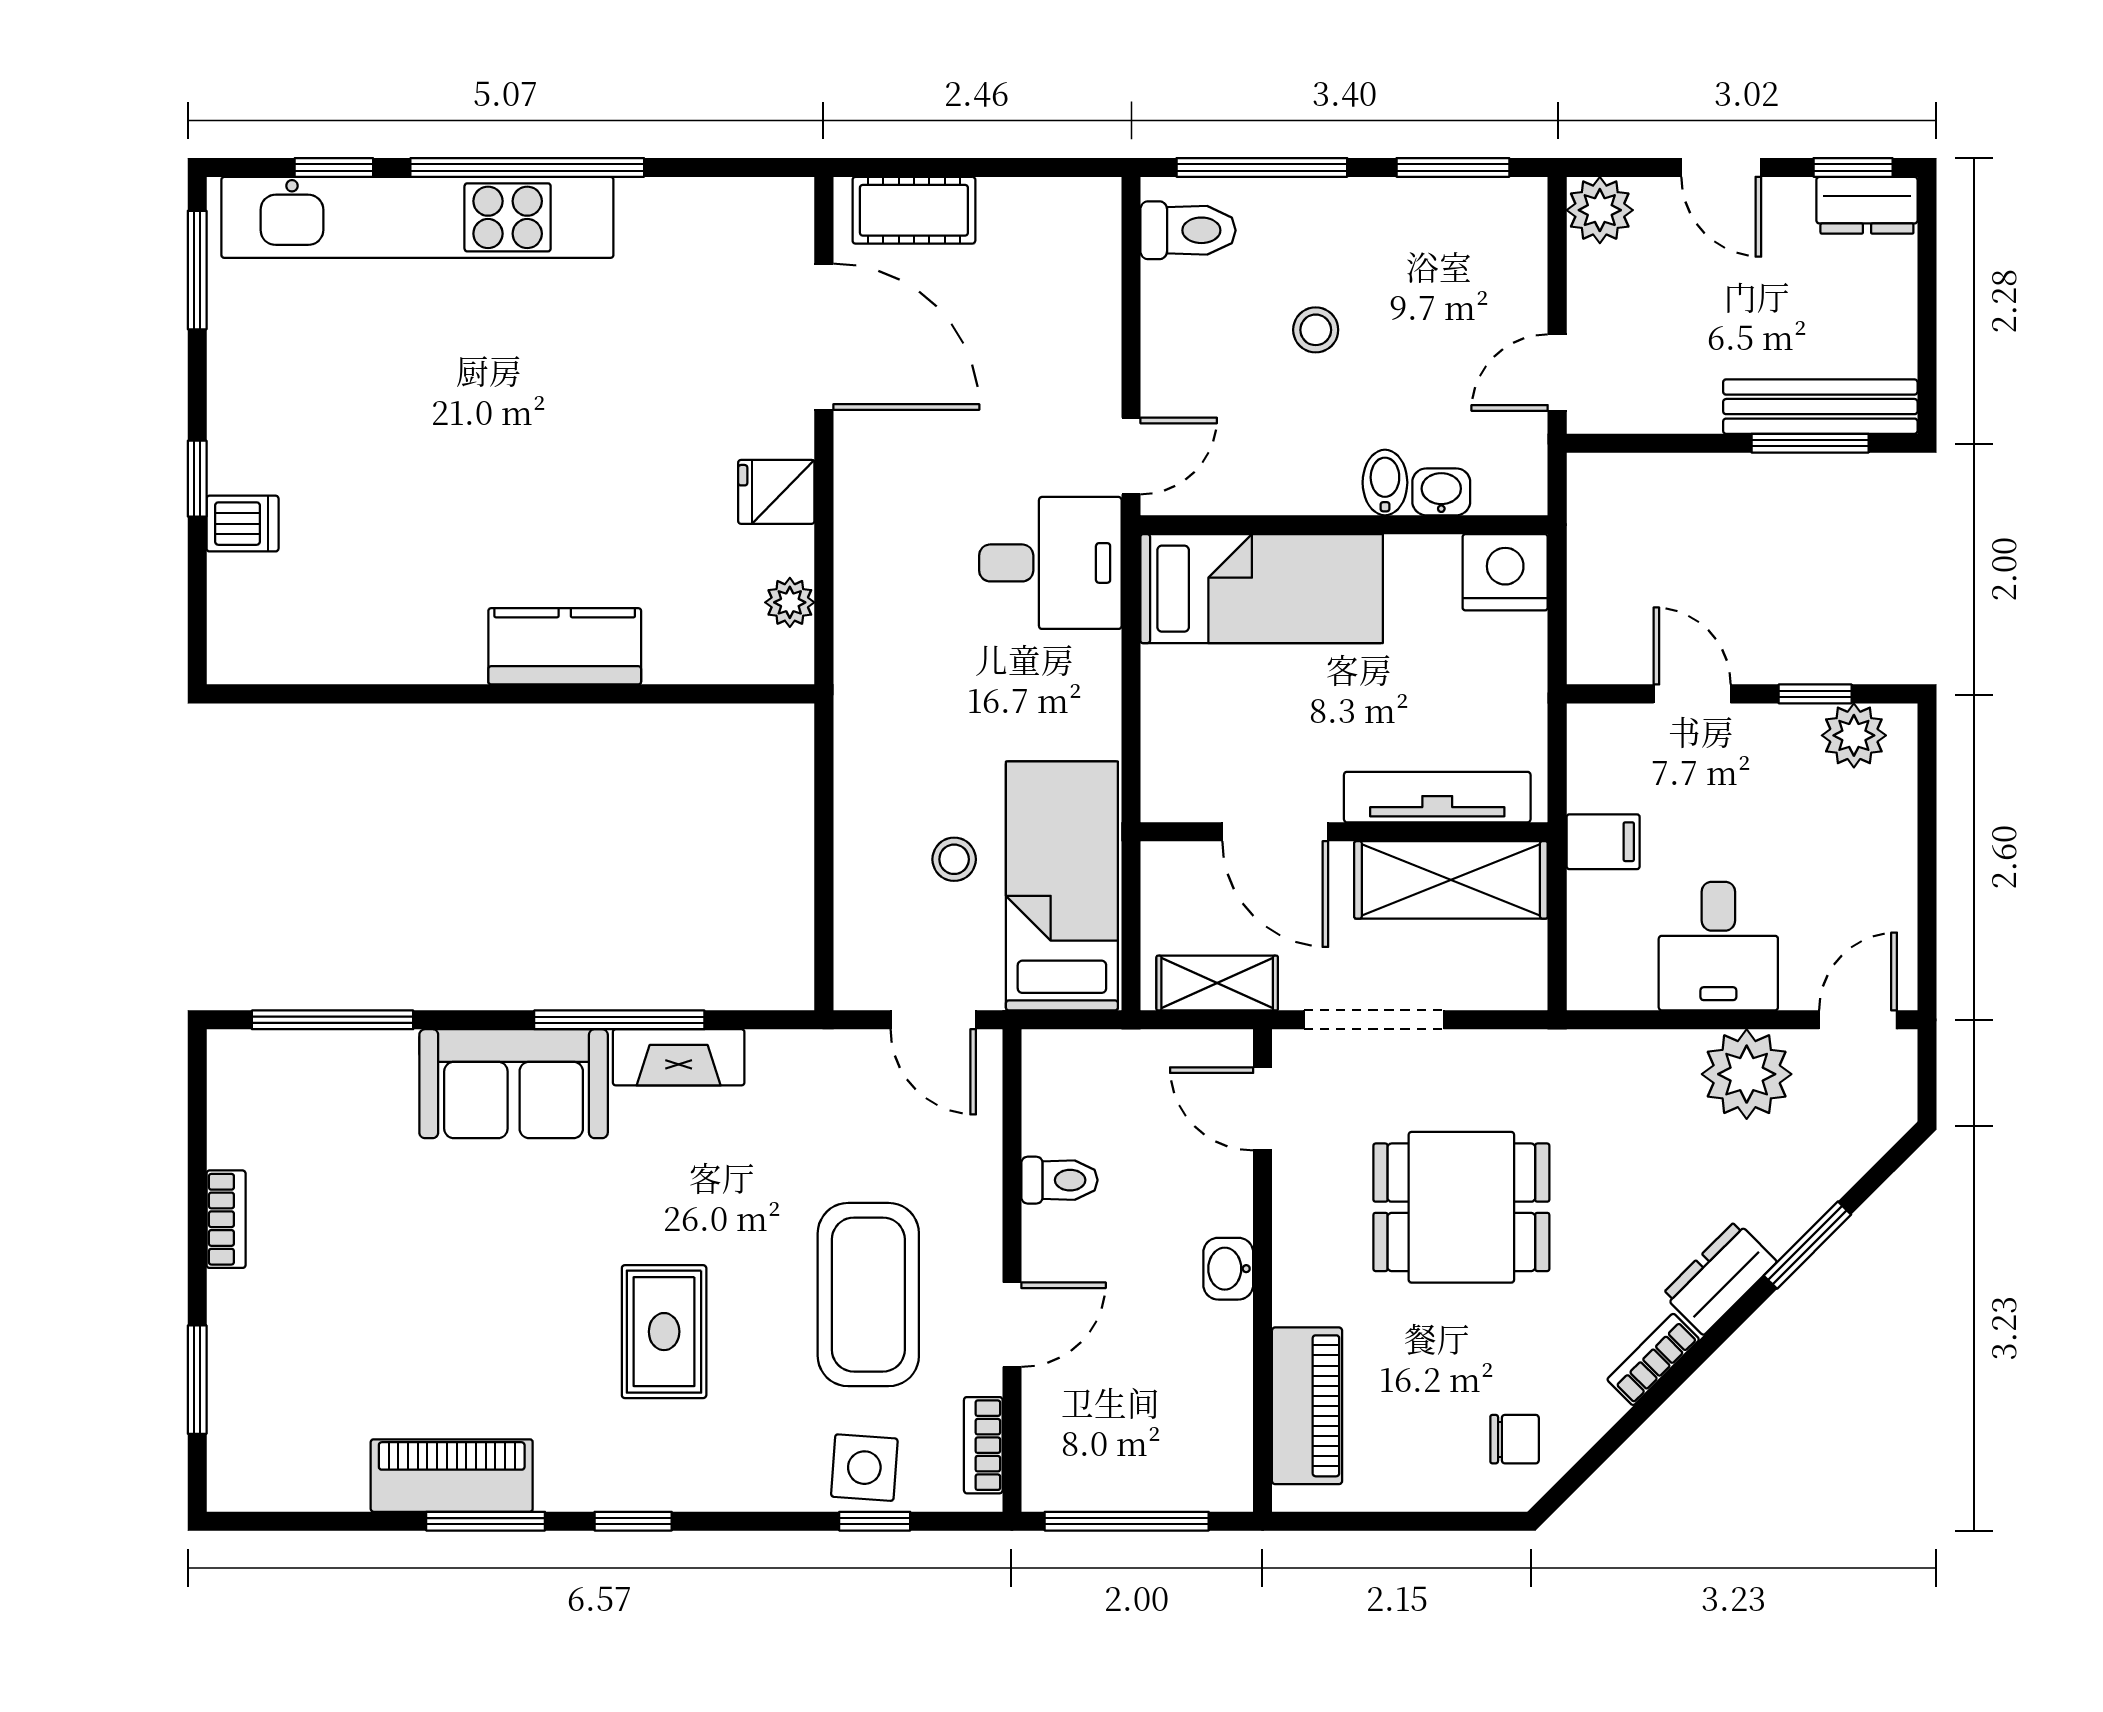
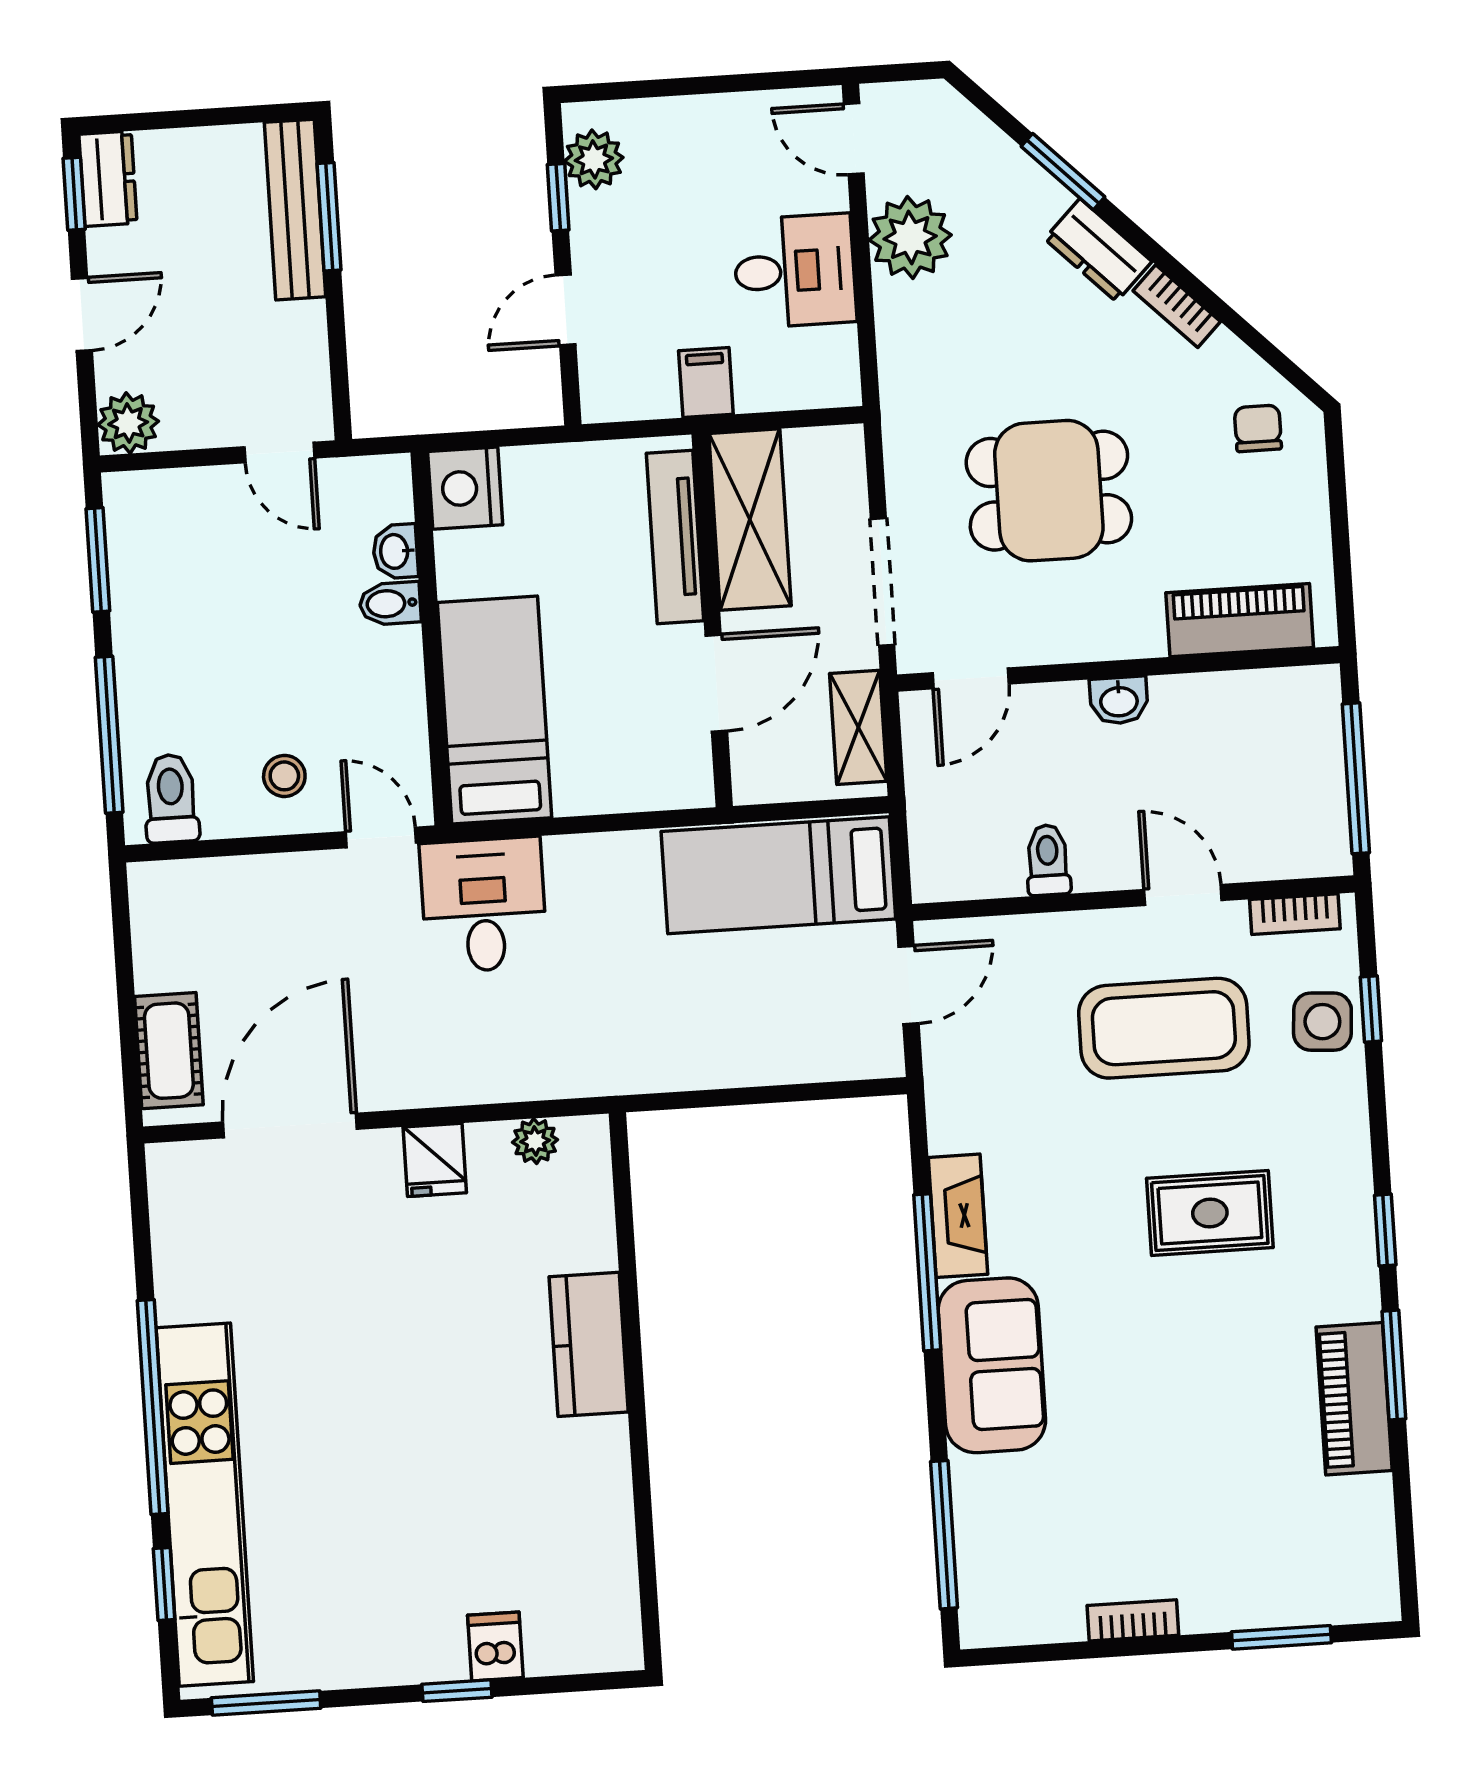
stool: (1316, 330) -> (284, 776), moved
stool: (954, 859) -> (760, 975), removed
dining table: (1461, 1207) -> (1049, 491), turned 90

